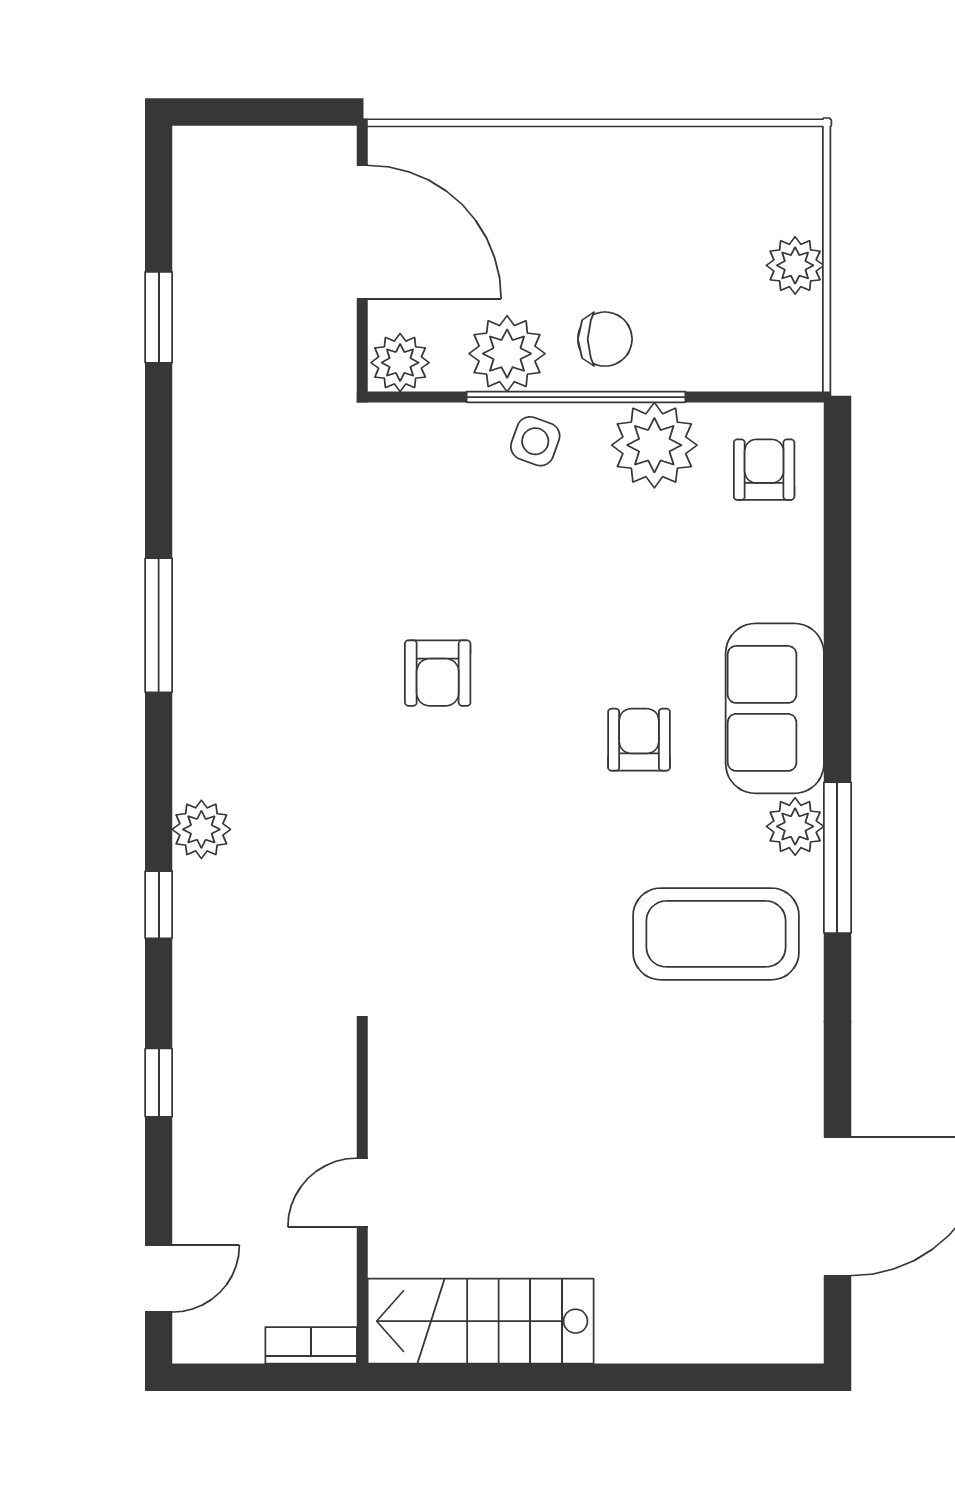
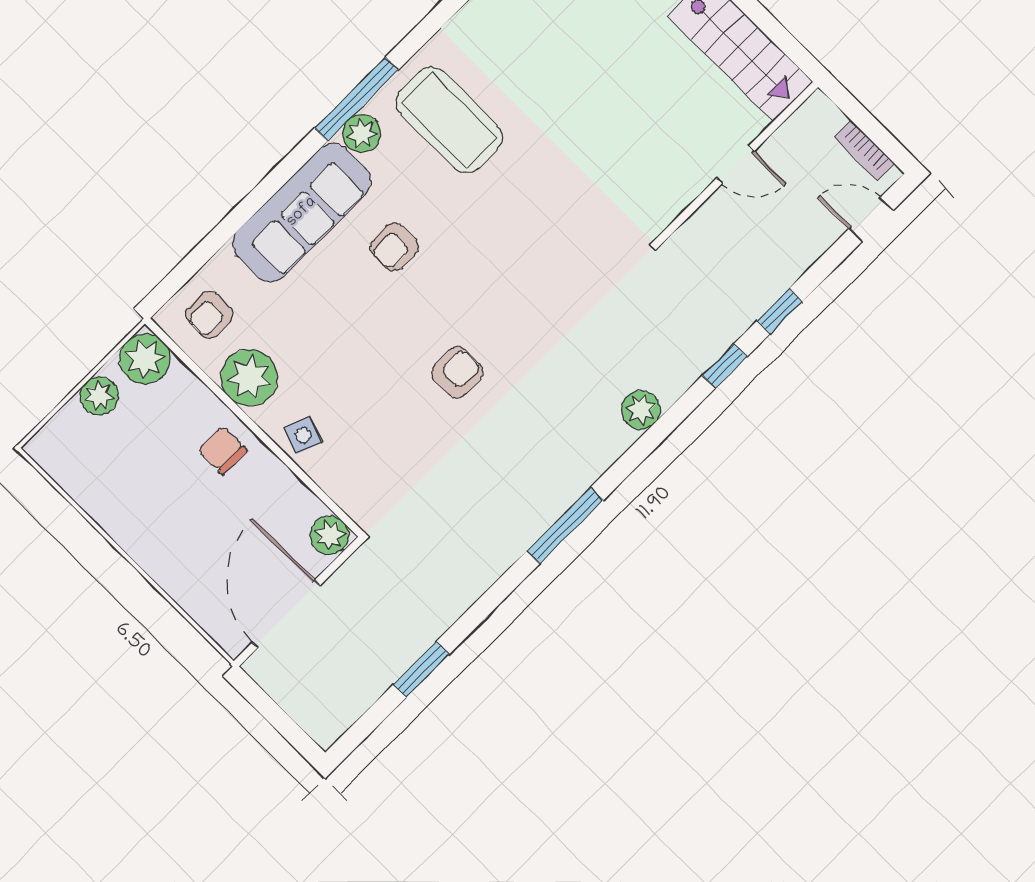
plant: (507, 354) -> (145, 359), moved
window: (576, 397) -> (263, 437), removed
sofa: (775, 708) -> (302, 212), width x1.36
window: (159, 905) -> (725, 366), moved
bookcase: (311, 1345) -> (864, 150), moved

